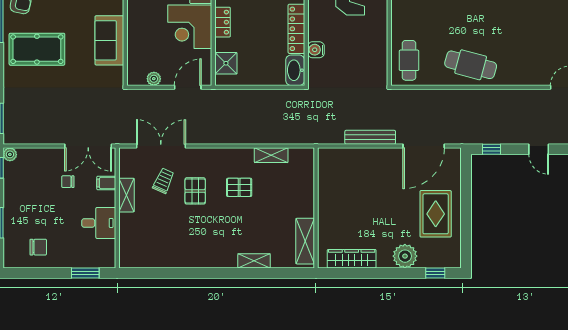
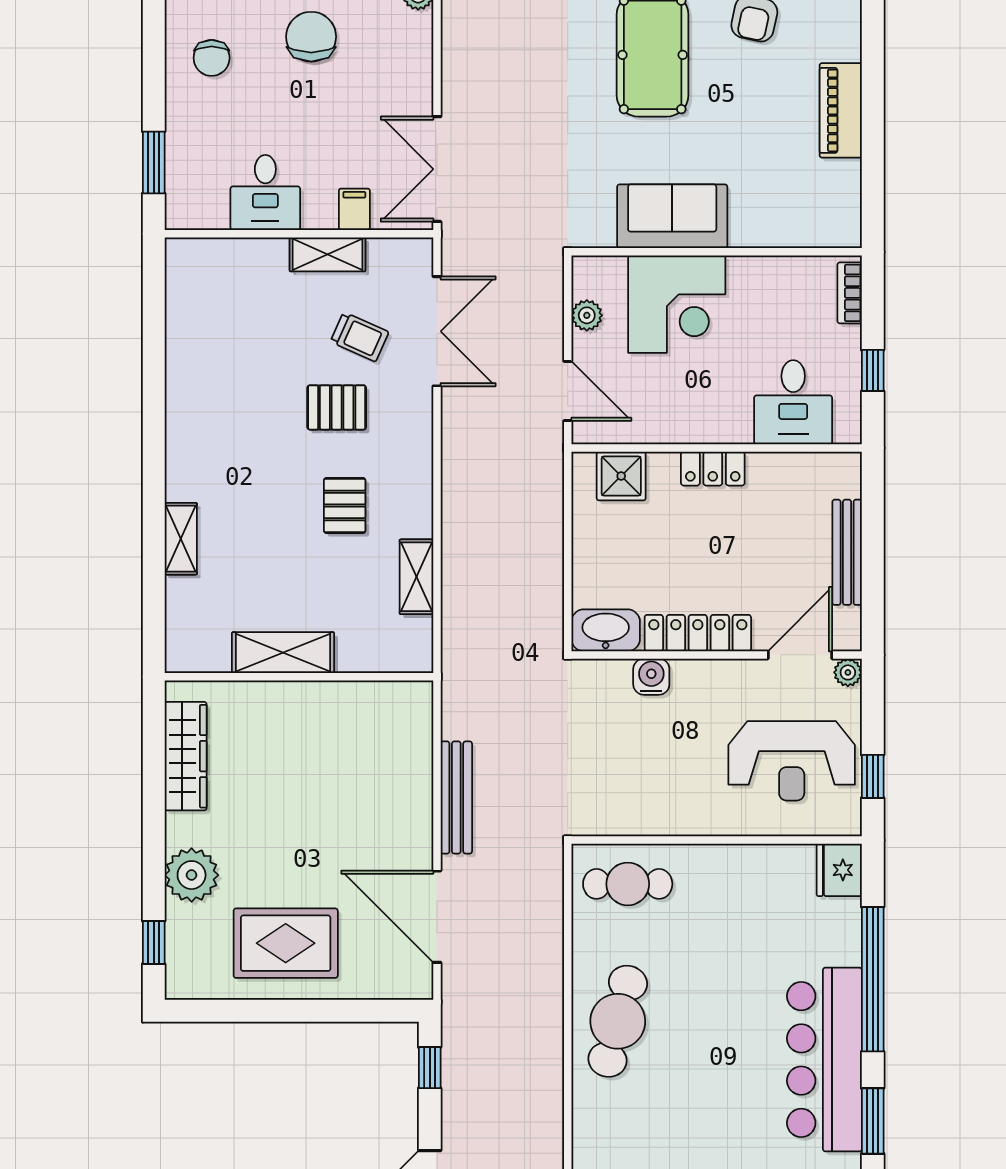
corner desk: (190, 27) -> (677, 304), moved, turned 180
chair: (68, 182) -> (311, 37), moved, width x1.87, depth x1.87
shelving: (305, 241) -> (283, 653), moved

